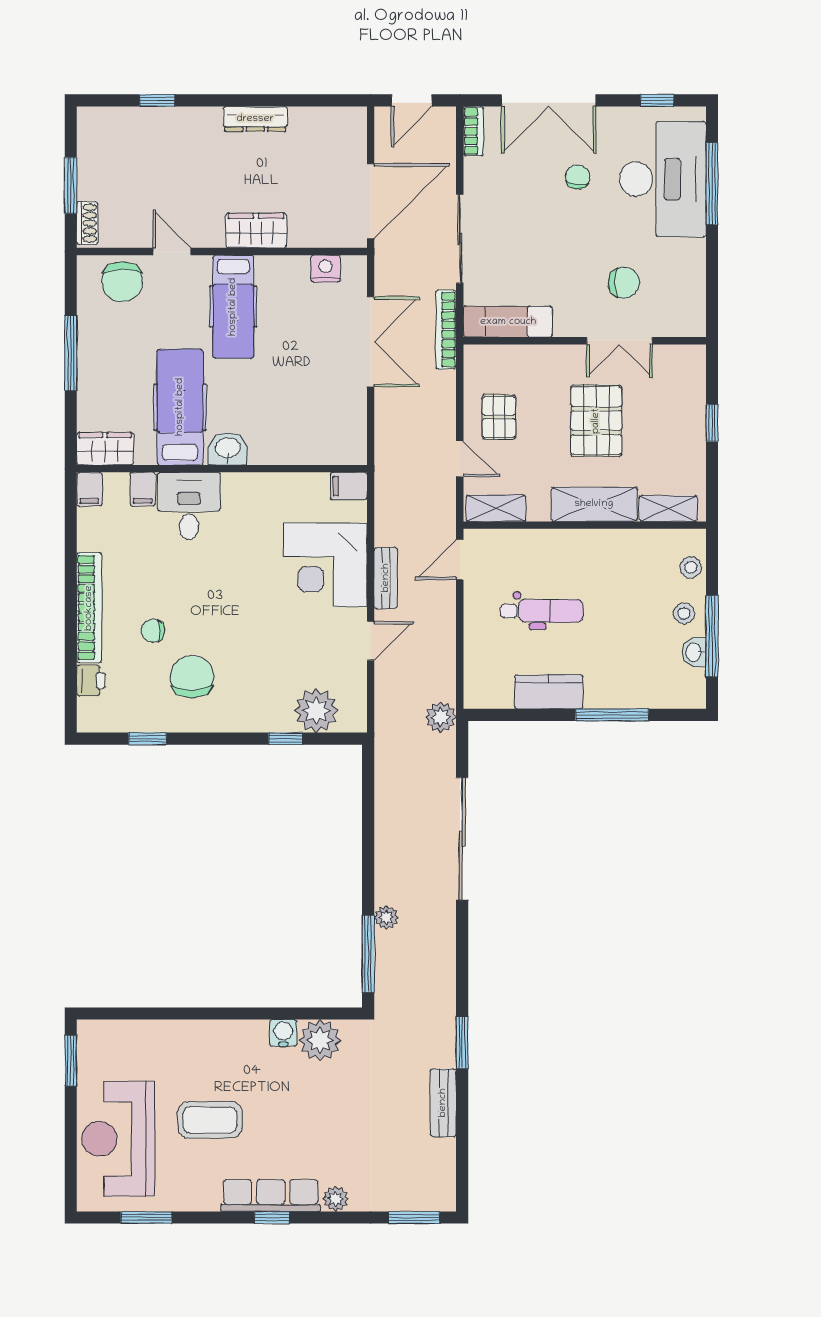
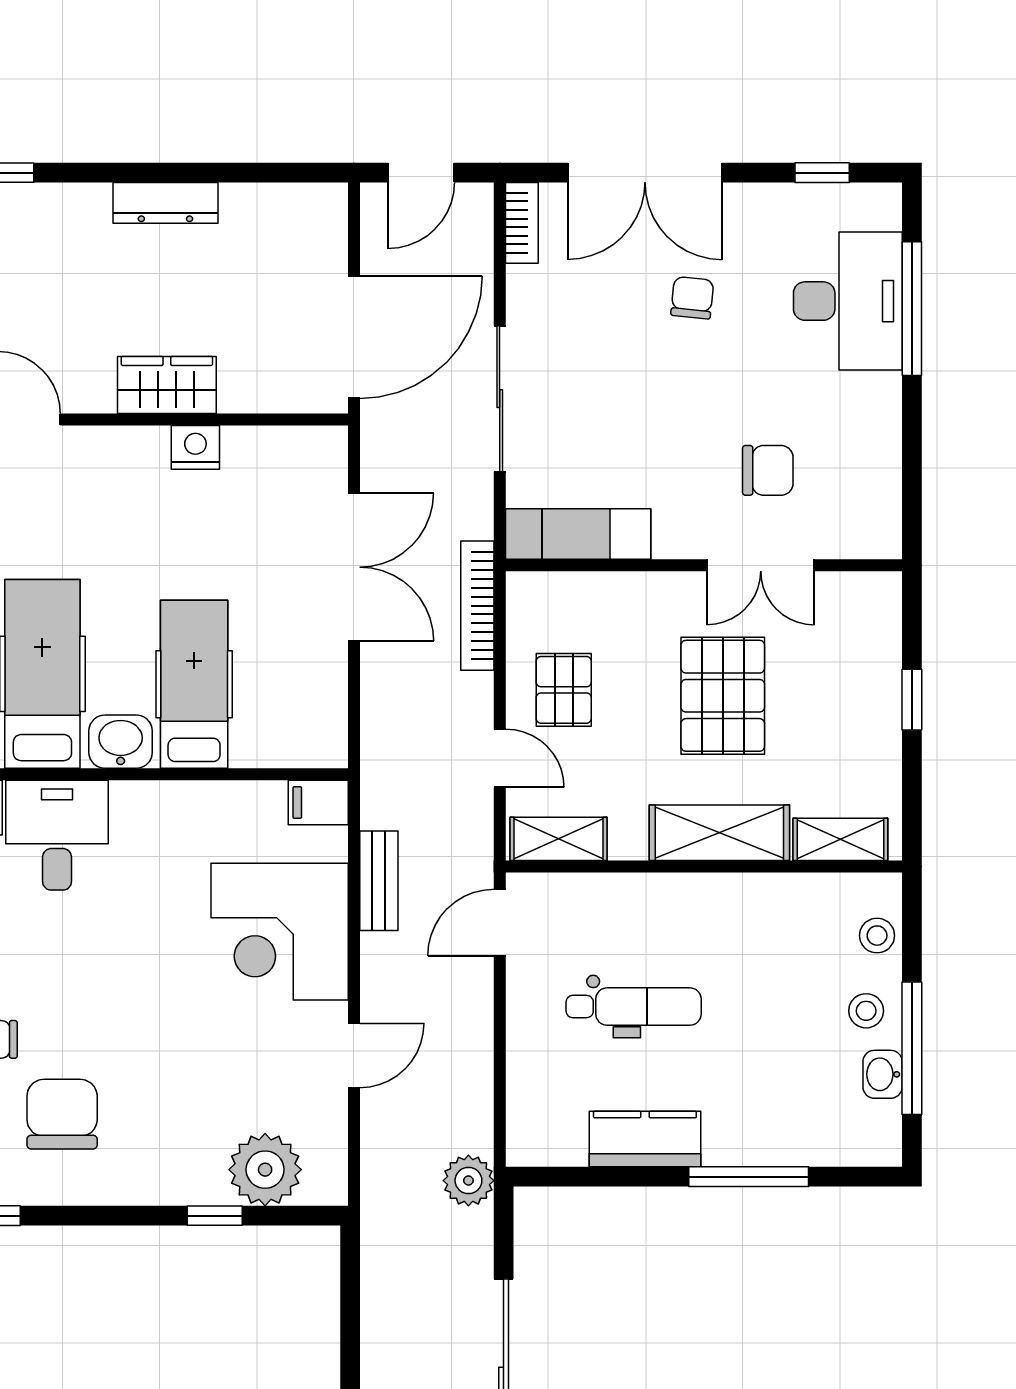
desk: (663, 179) -> (848, 301), width x0.73, depth x0.77
nightstand: (326, 269) -> (195, 447), moved
hospital bed: (233, 307) -> (194, 684), moved, turned 180
bookcase: (446, 330) -> (477, 606), moved
bench: (386, 578) -> (379, 881), moved

